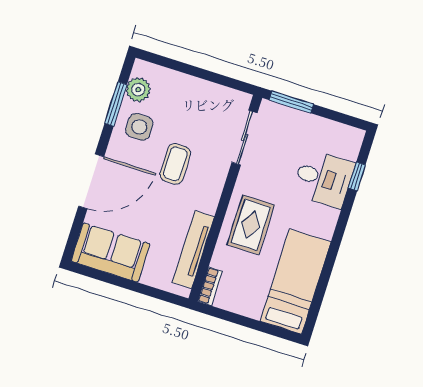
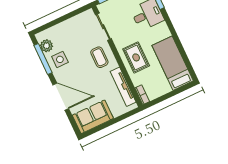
window: (116, 104) -> (43, 59), width x1.44
coffee table: (175, 164) -> (99, 57), moved
door: (91, 181) -> (61, 97), hinge flipped

